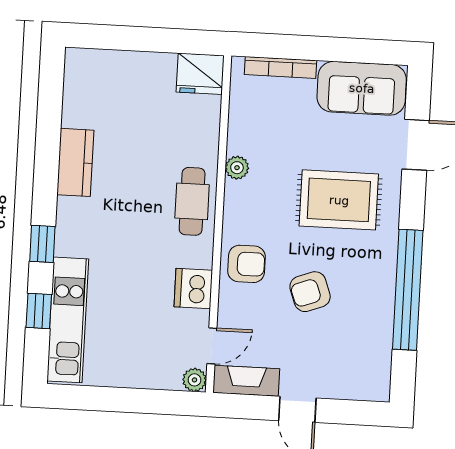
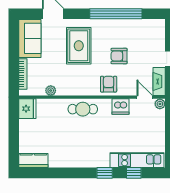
kitchen counter: (75, 162) -> (33, 161), moved
plant: (237, 168) -> (51, 91), moved
armchair: (310, 292) -> (119, 56), turned 110

